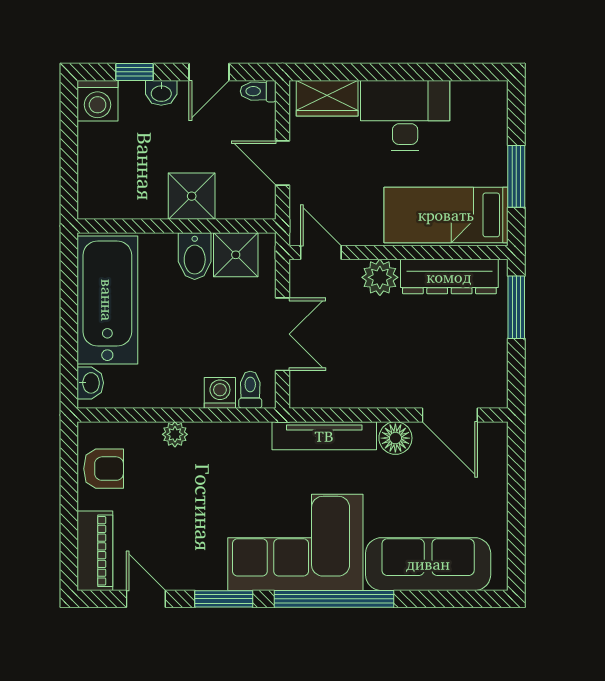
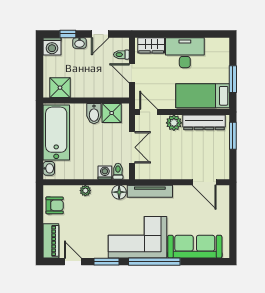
toilet: (258, 91) -> (121, 55), moved
shower: (192, 196) -> (60, 88), moved
floor lamp: (395, 438) -> (119, 192), moved

